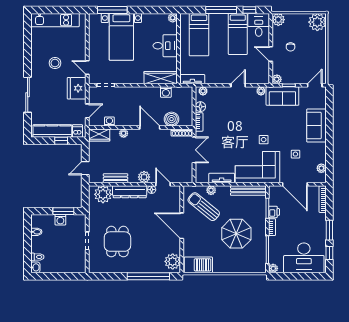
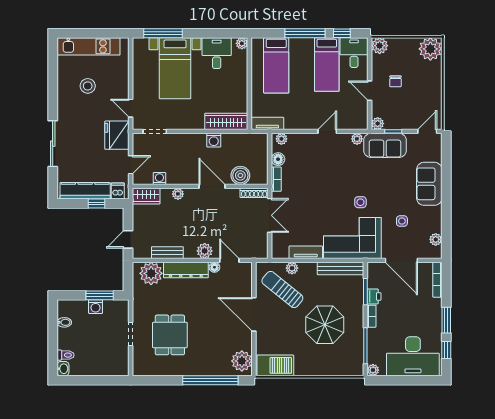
desk: (165, 46) -> (217, 53), moved, turned -90
stool: (55, 63) -> (88, 86), moved
washing machine: (166, 92) -> (214, 140), moved

